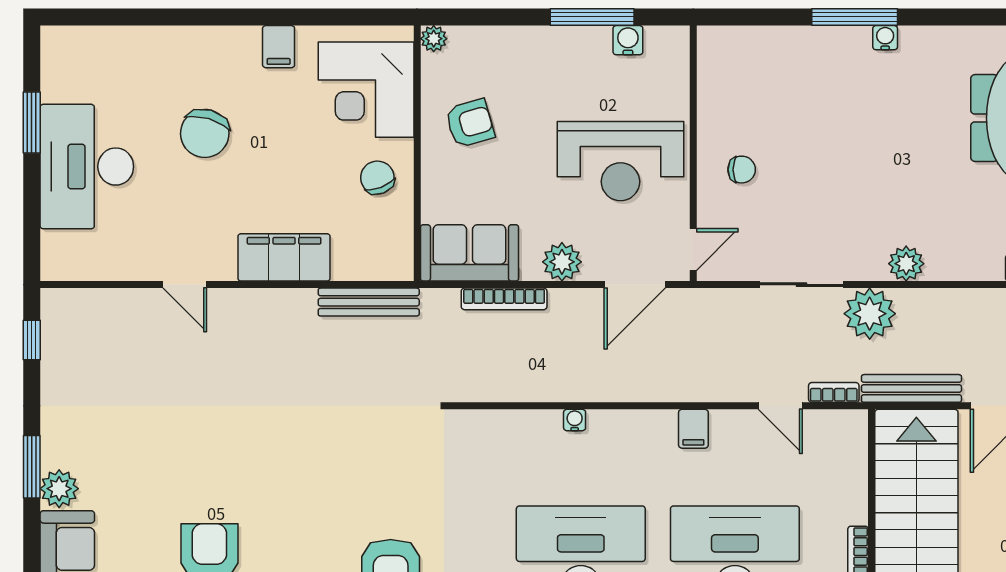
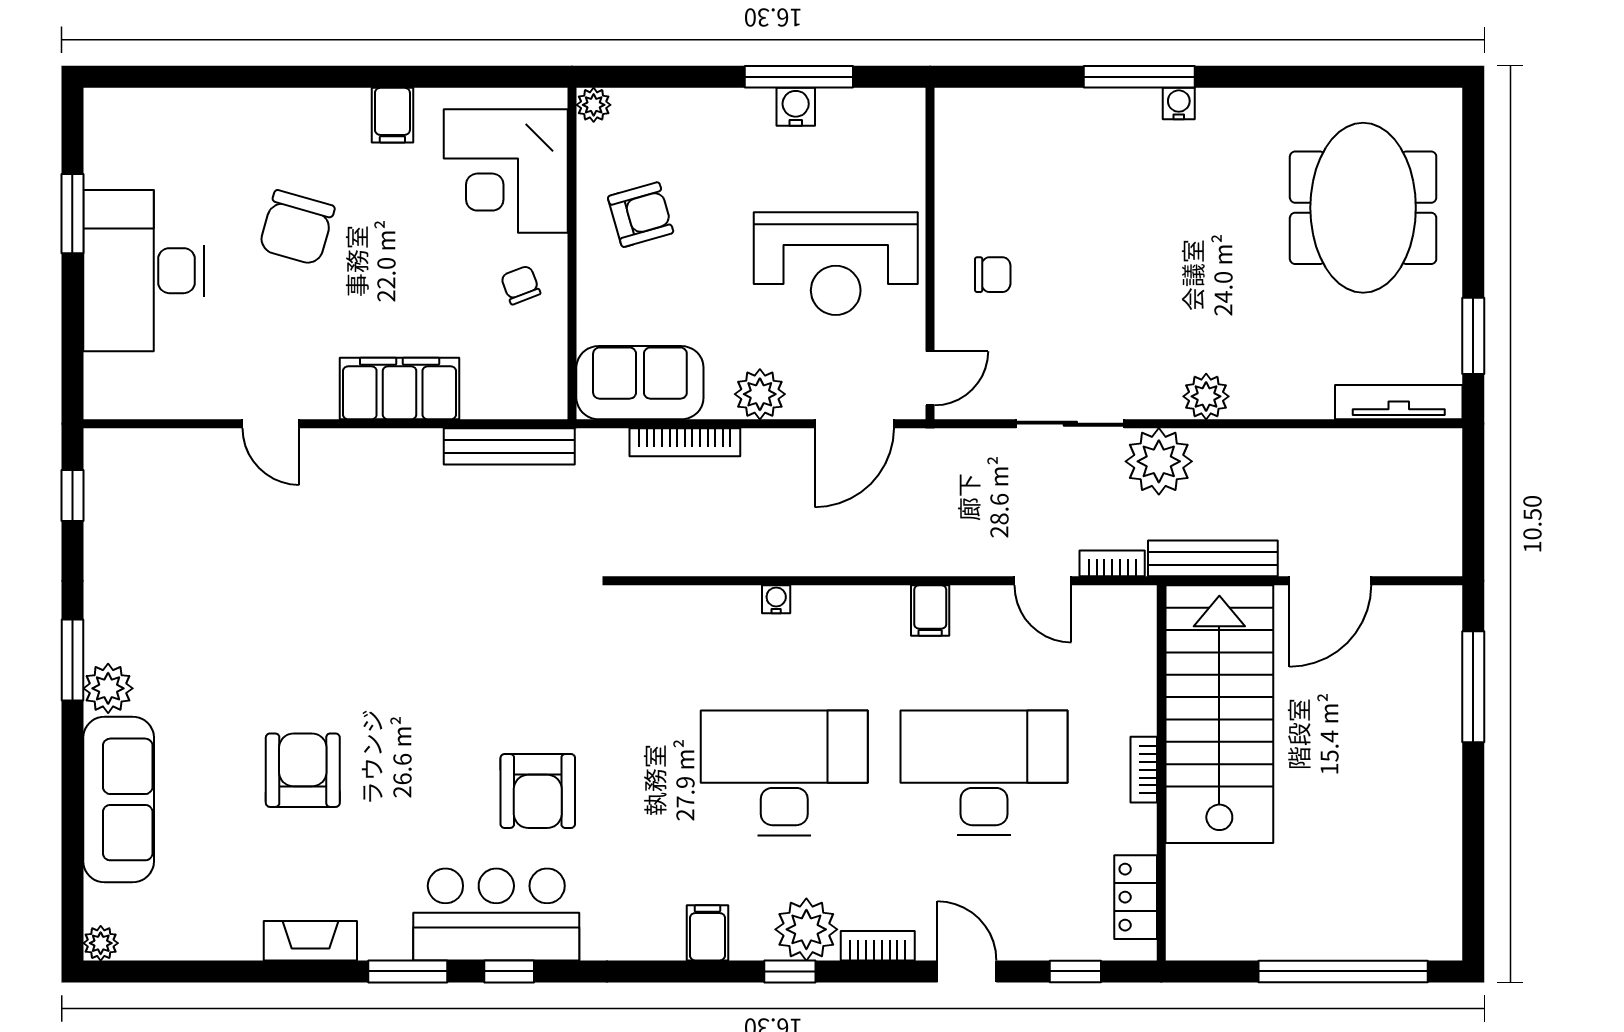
water cooler: (628, 40) -> (796, 107), moved
chair: (377, 178) -> (521, 285), width x0.73, depth x0.73

